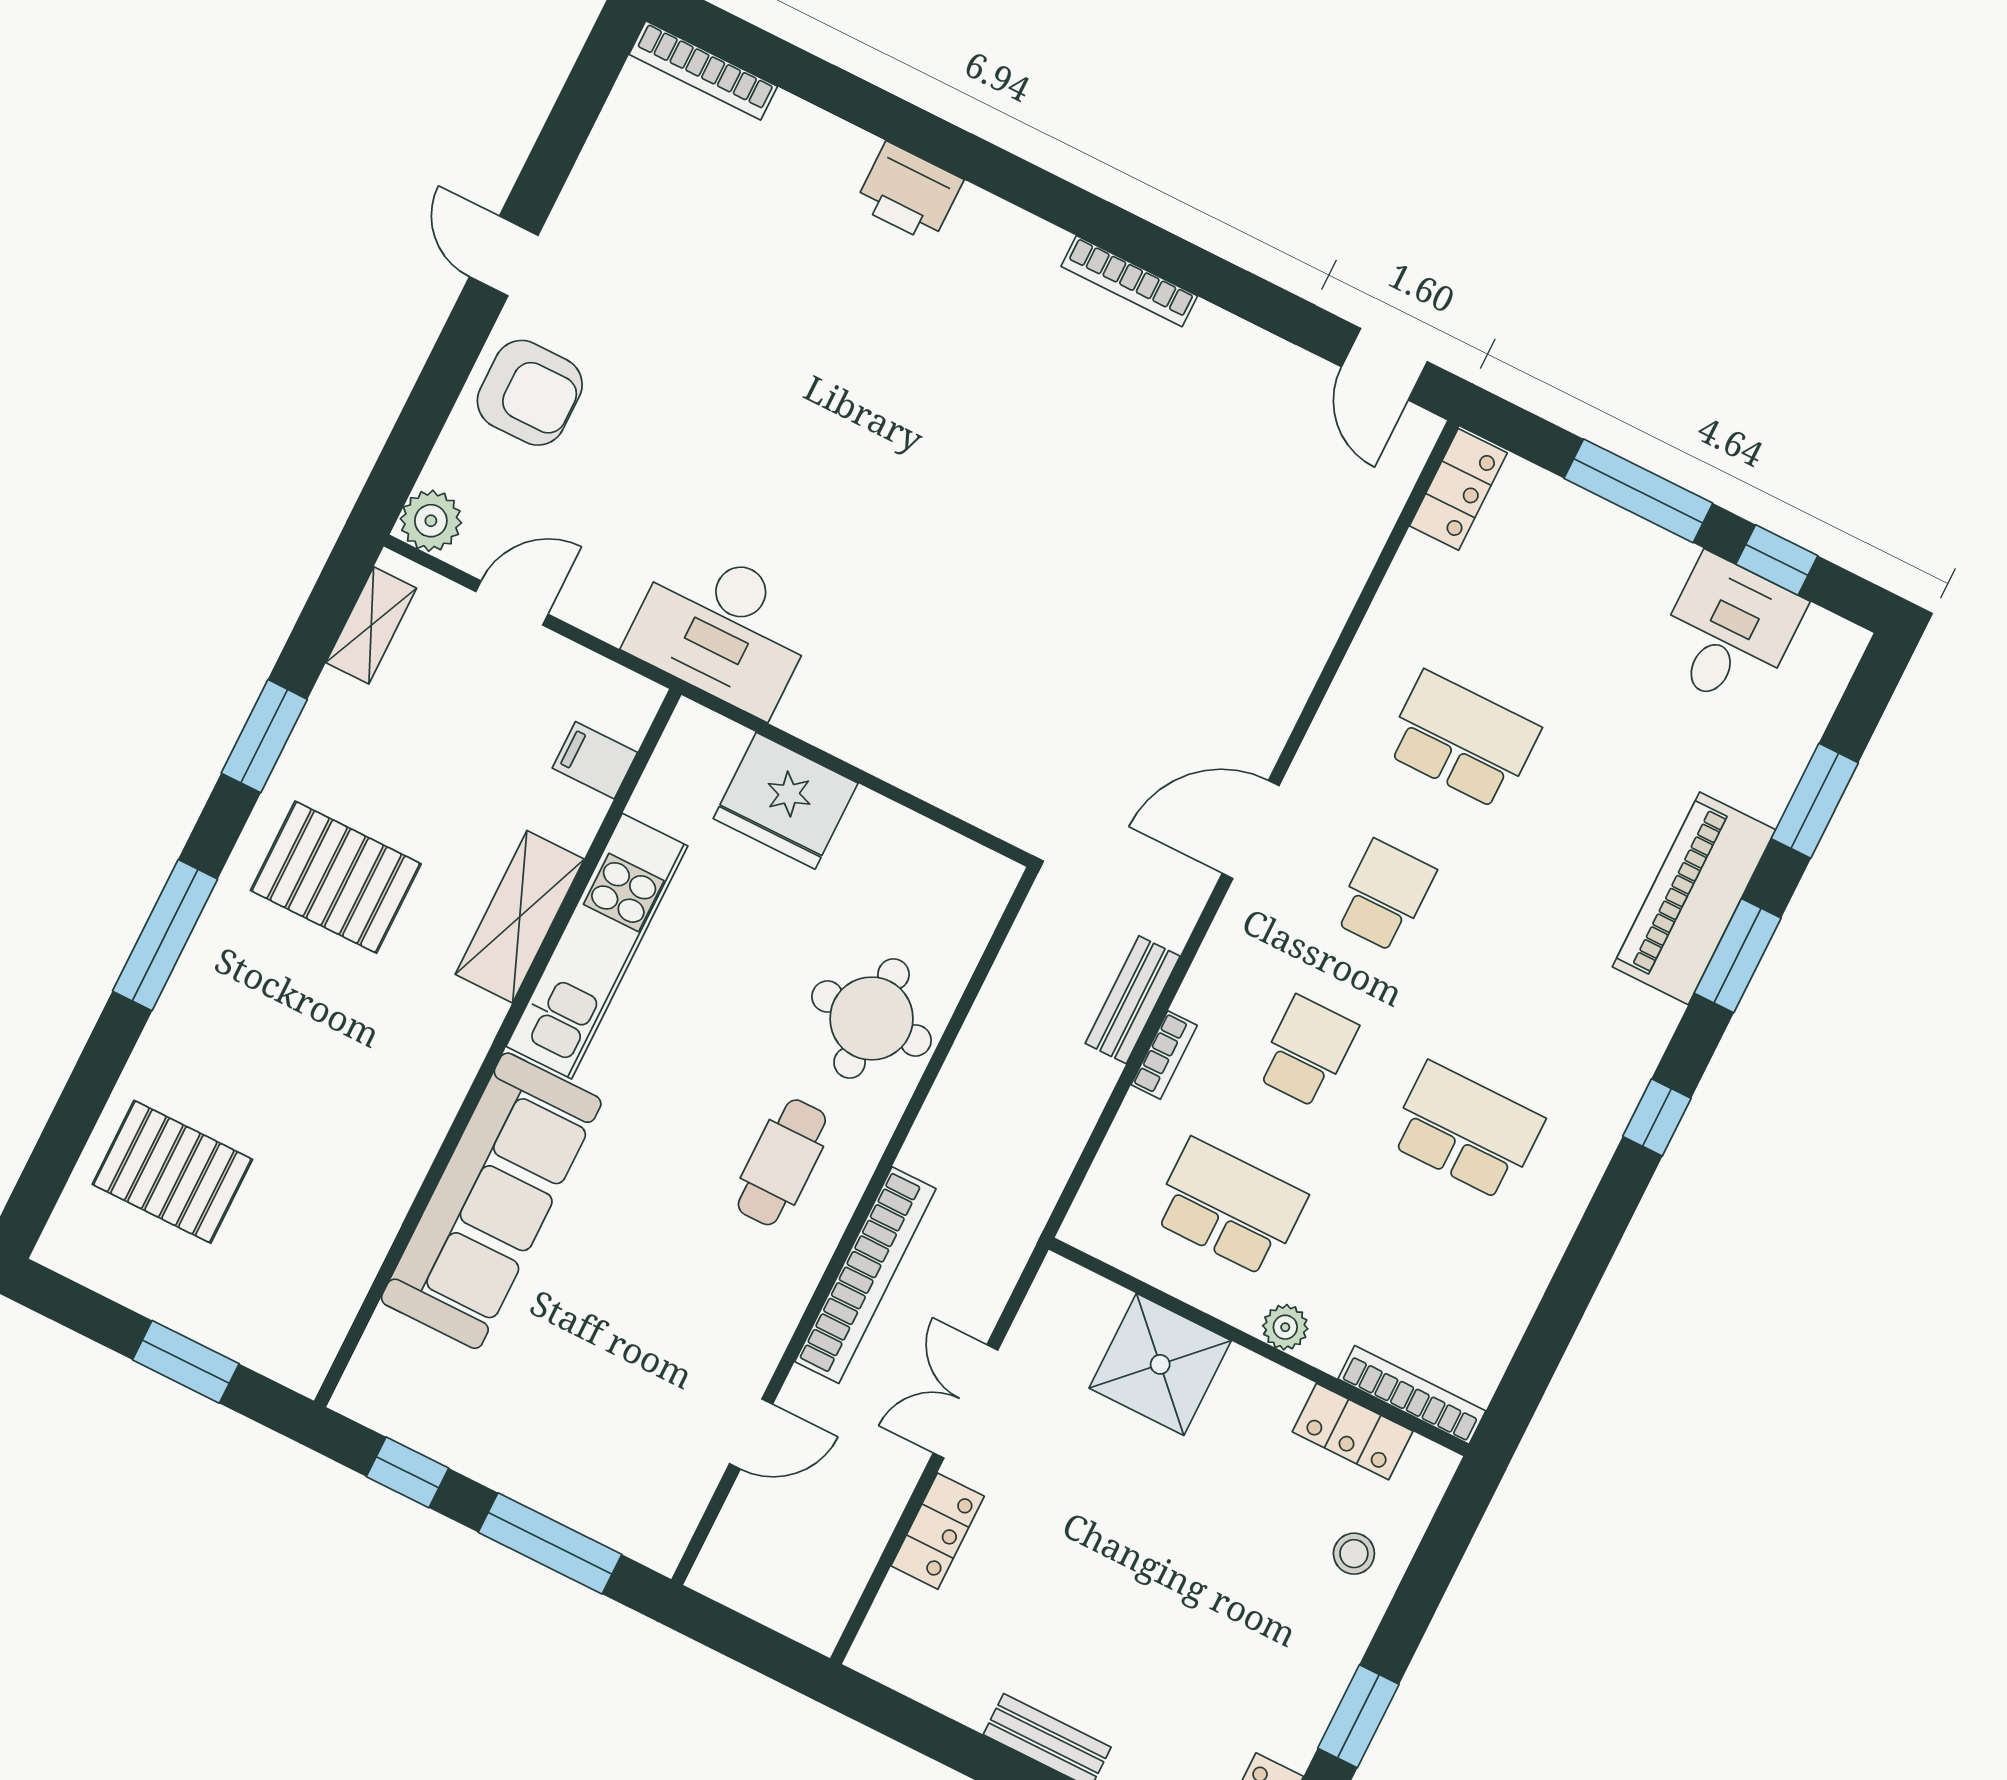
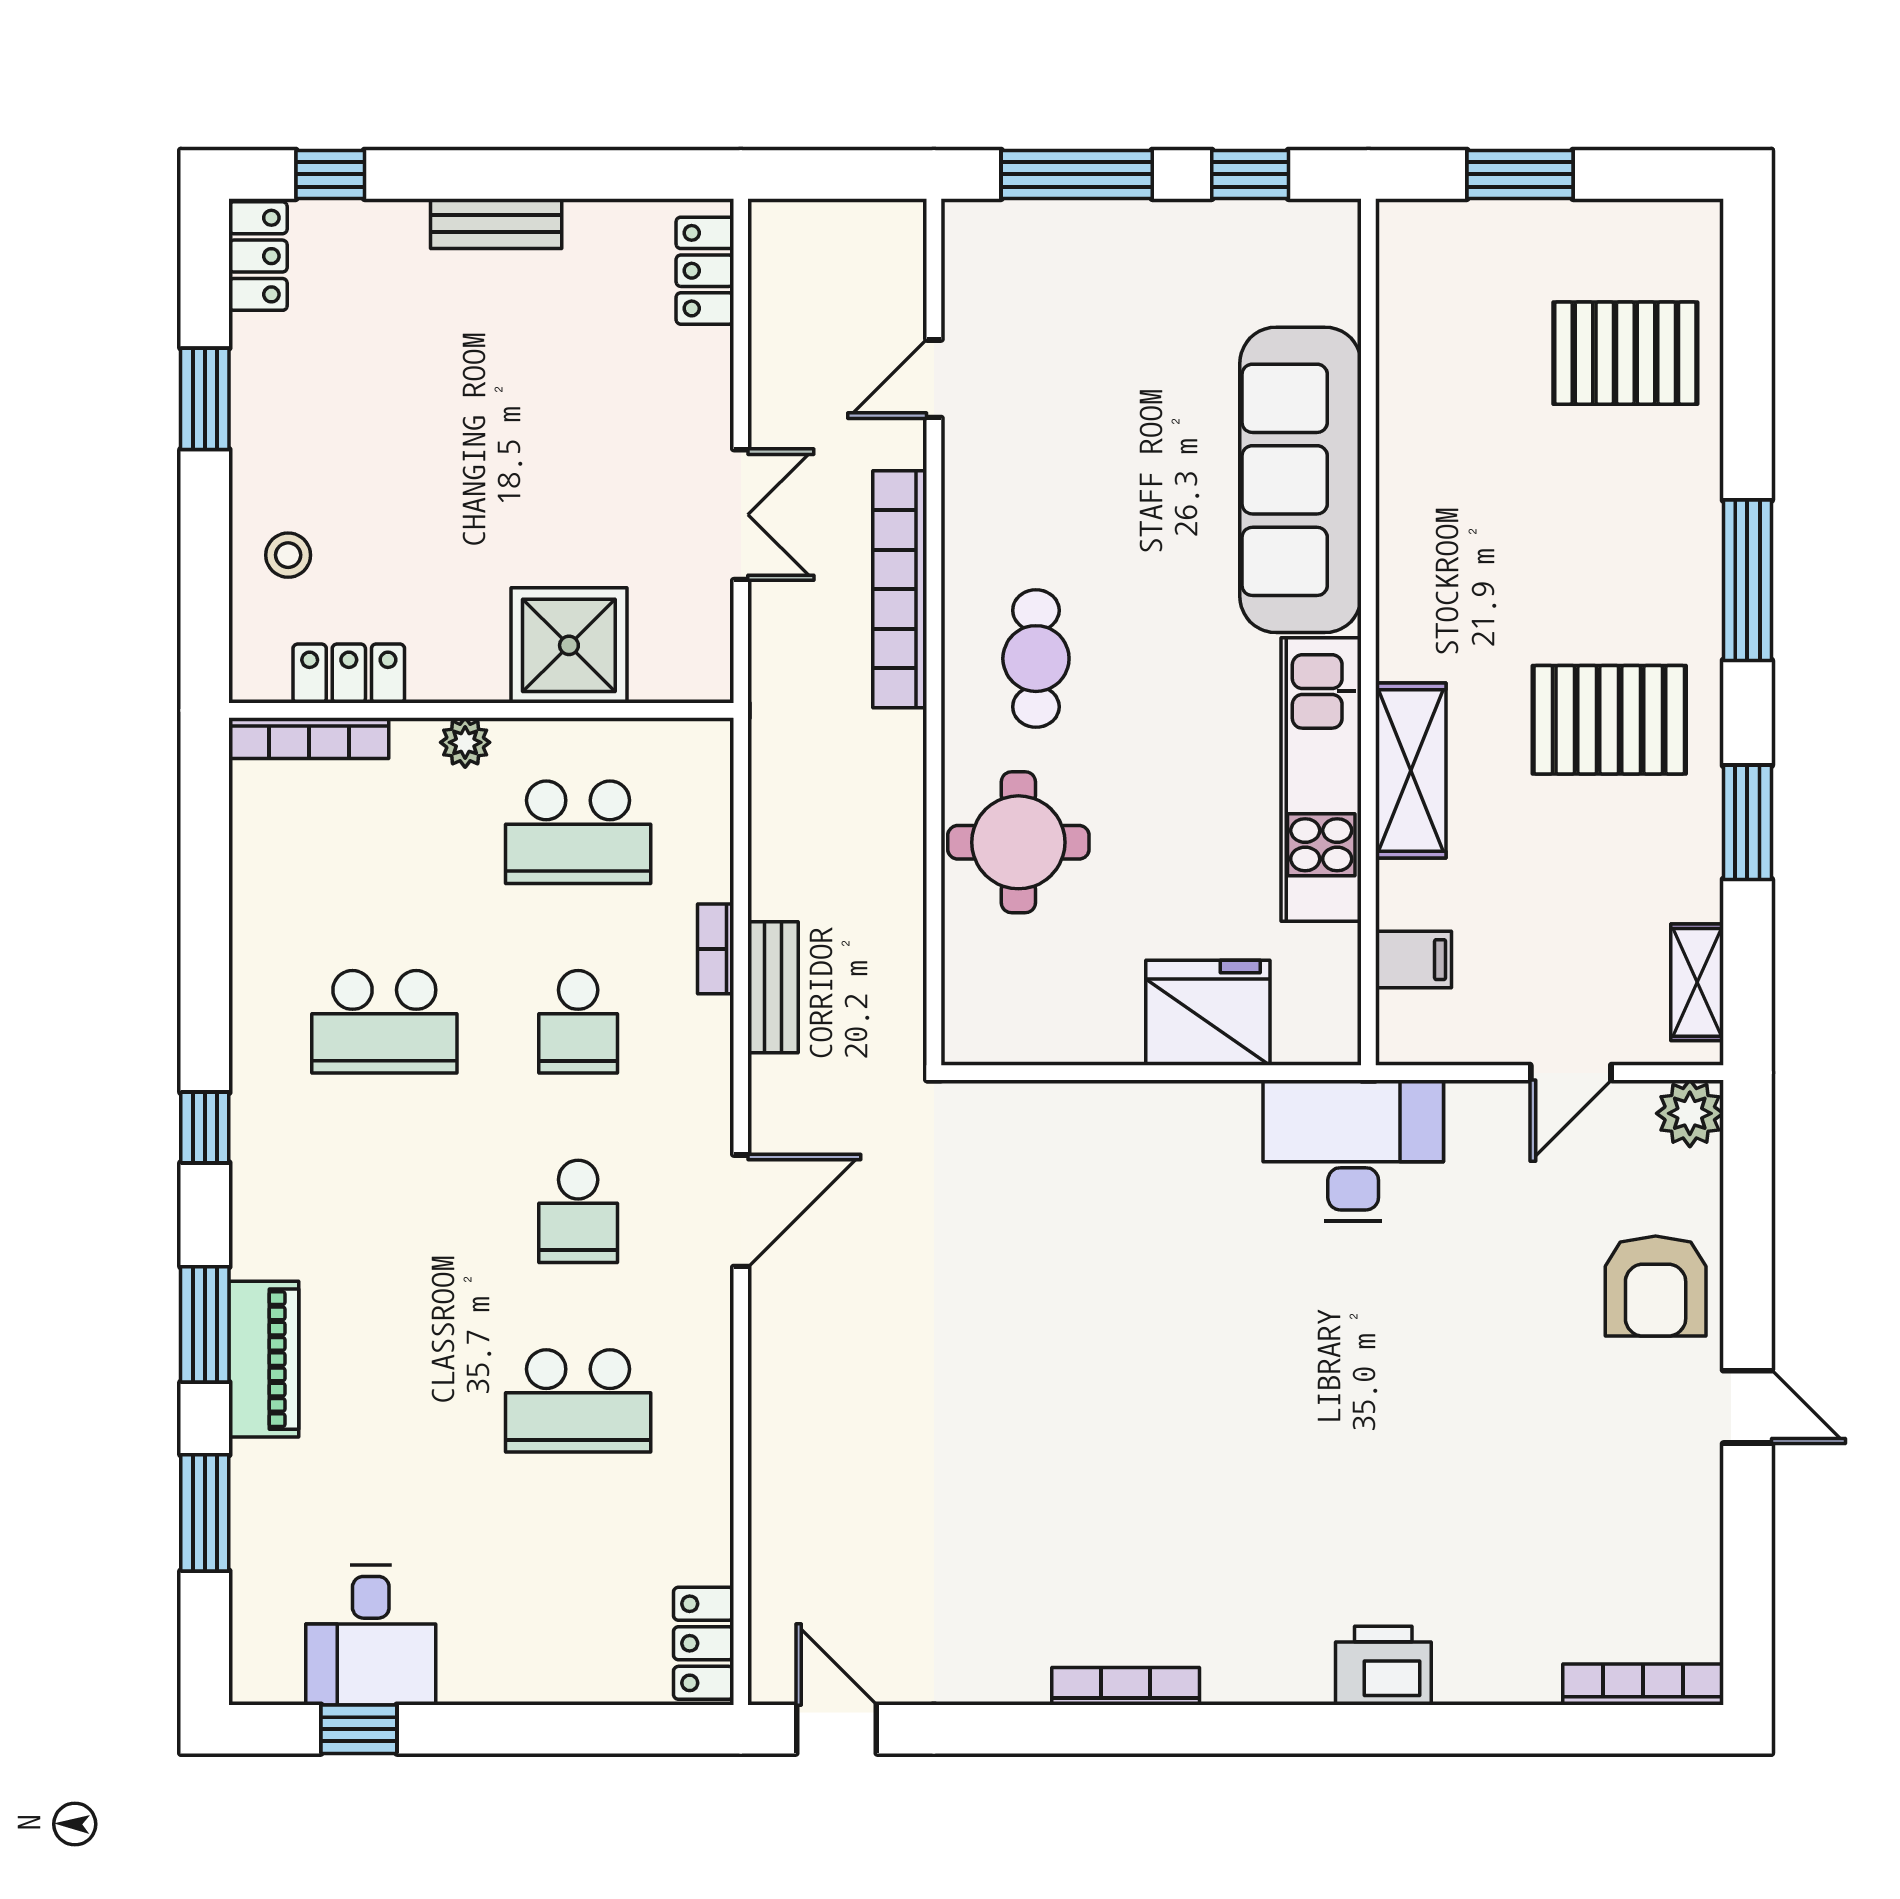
armchair: (530, 393) -> (1656, 1286), turned -90
window: (1638, 491) -> (527, 1729), removed
piano: (1694, 898) -> (264, 1359), width x0.73, depth x0.75
locker: (938, 1531) -> (705, 271), moved

